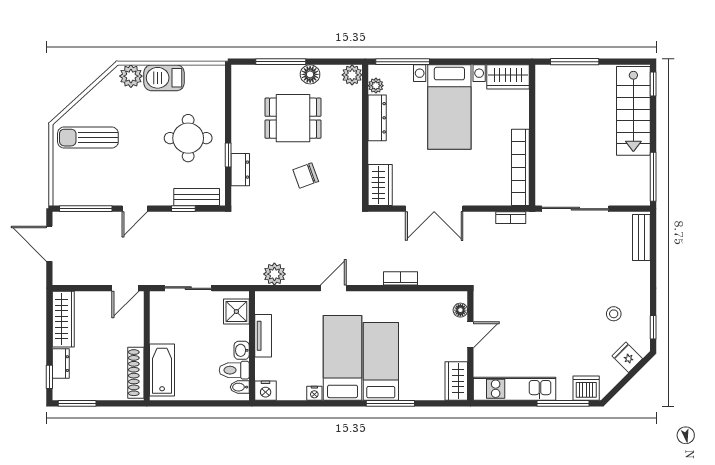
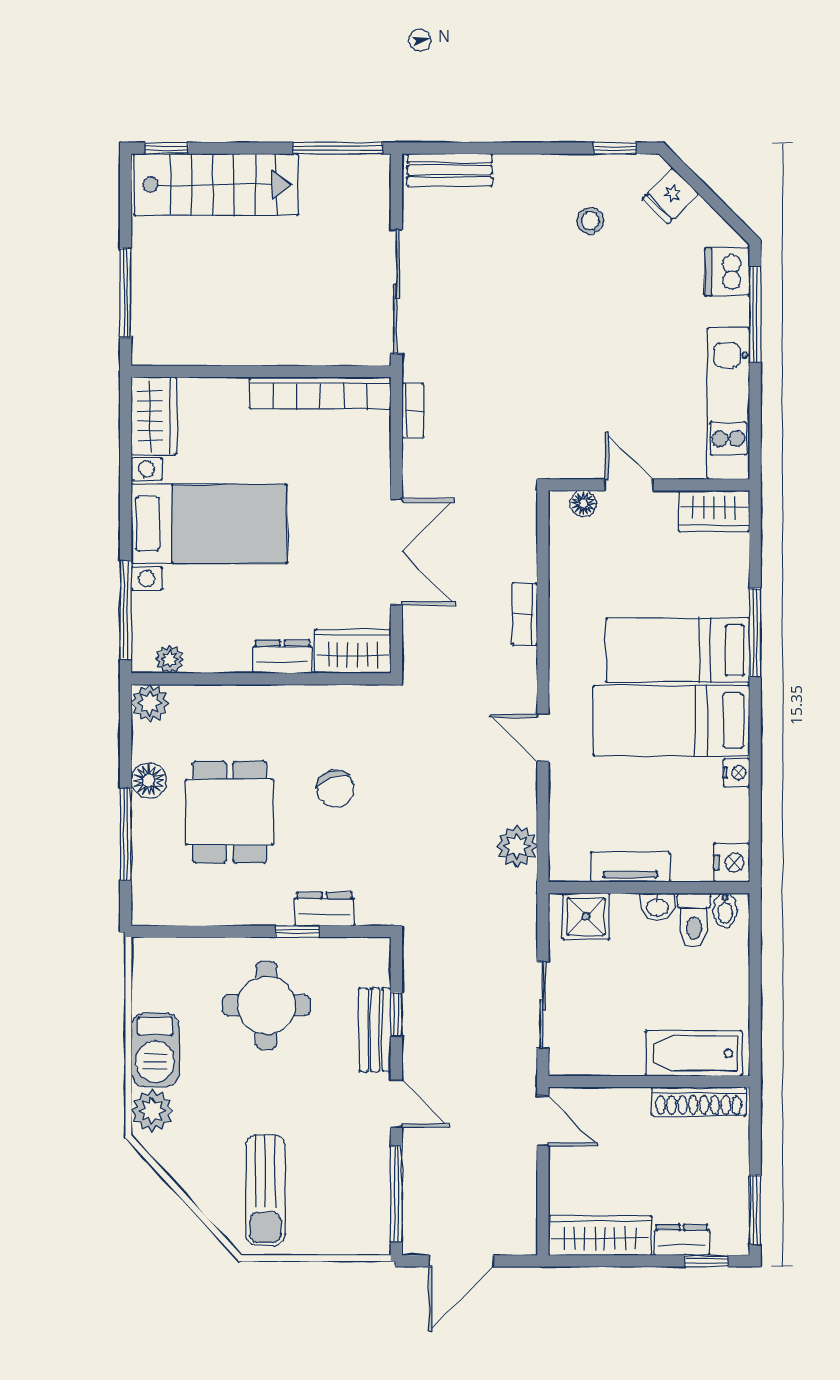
dresser: (377, 118) -> (282, 657), moved, width x0.70
bench: (197, 197) -> (375, 1030), moved

